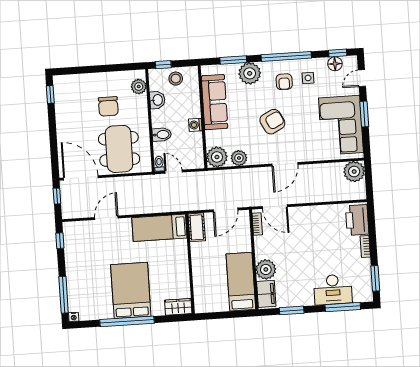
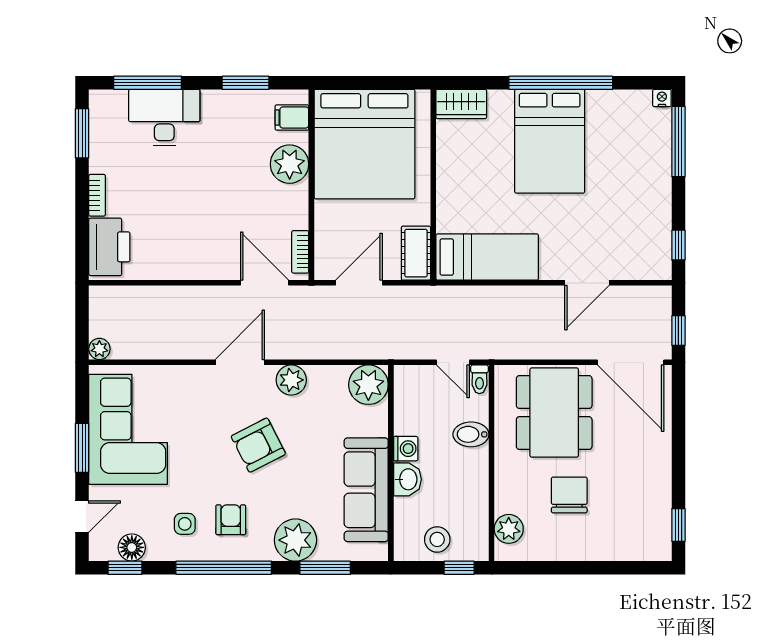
washbasin: (157, 100) -> (407, 479), moved, turned 180
plant: (239, 158) -> (291, 380), moved
plant: (354, 172) -> (99, 349), width x0.53, depth x0.53
bed: (241, 282) -> (364, 144), width x2.04
filing cabinet: (266, 294) -> (292, 117), width x0.50

